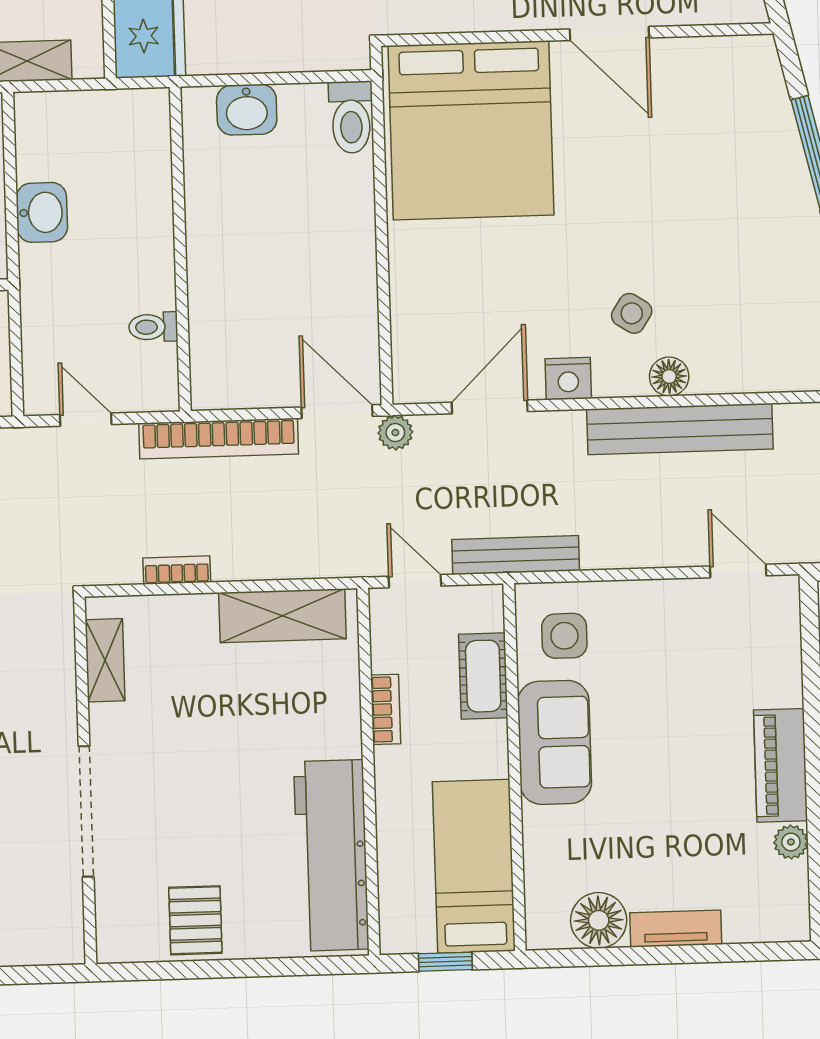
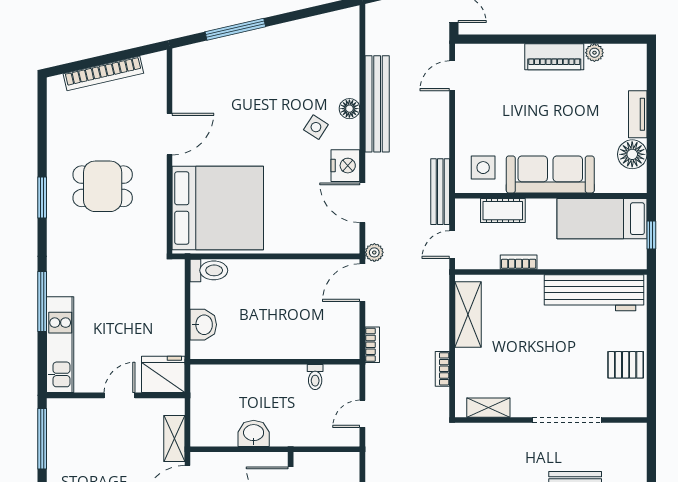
nightstand: (568, 379) -> (345, 166), width x1.36, depth x1.33
bookcase: (219, 439) -> (372, 345), width x0.43, depth x0.76
sofa: (555, 742) -> (550, 174), width x1.36

